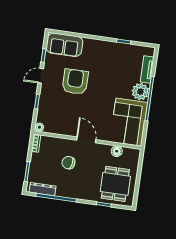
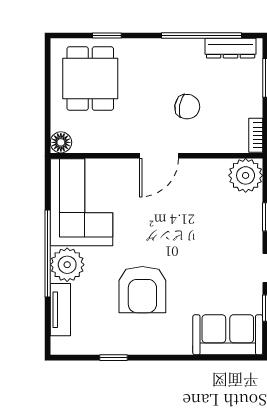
armchair: (75, 82) -> (142, 290), moved
plant: (39, 127) -> (246, 175), width x1.88, depth x1.88
door: (86, 140) -> (159, 156), hinge flipped
floor lamp: (117, 151) -> (61, 142), moved

